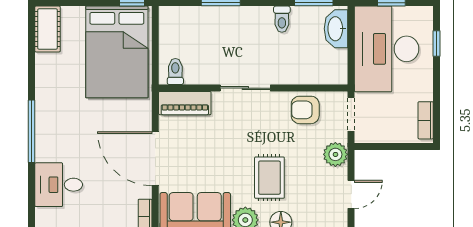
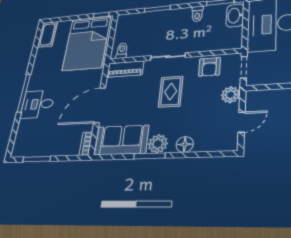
armchair: (305, 110) -> (209, 67), turned -90
door: (155, 159) -> (100, 105), hinge flipped
rug: (269, 178) -> (171, 92), moved
desk: (59, 185) -> (38, 104), moved

